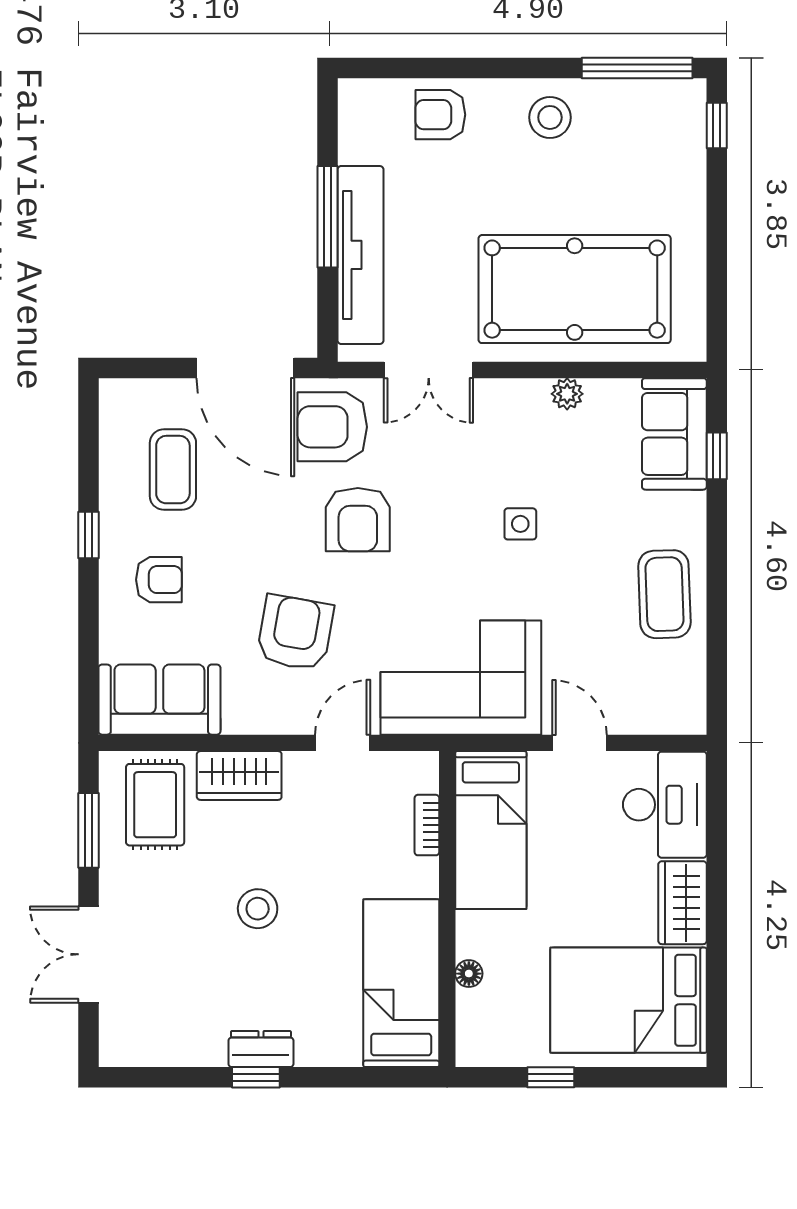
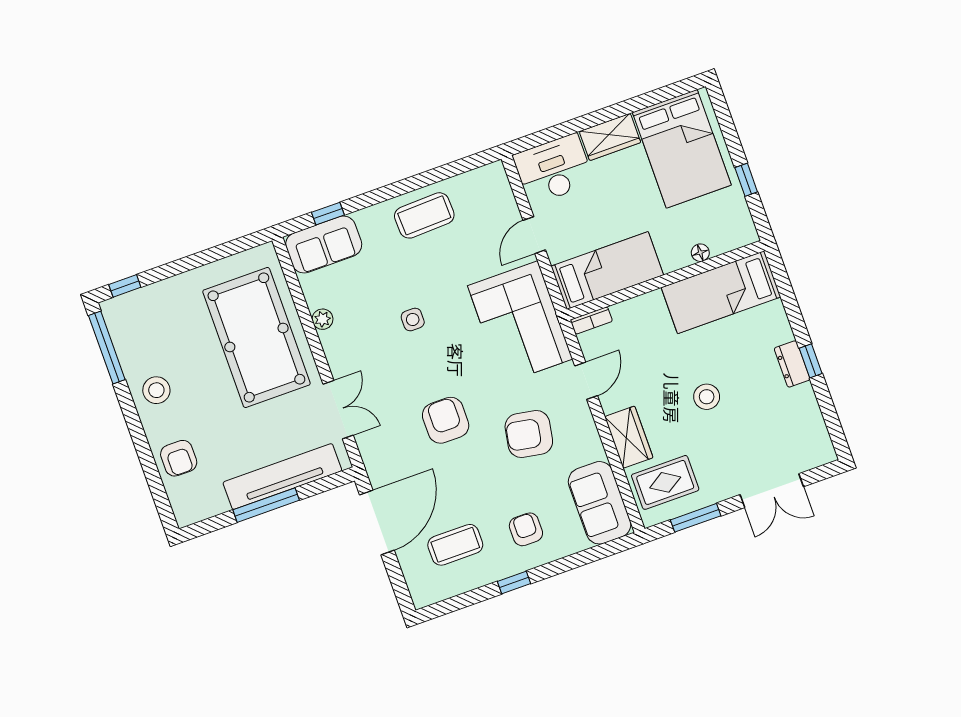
armchair: (332, 427) -> (394, 456), removed
armchair: (358, 520) -> (446, 420), turned -90
door: (343, 743) -> (586, 381), swing flipped
bookcase: (427, 825) -> (591, 321), moved

